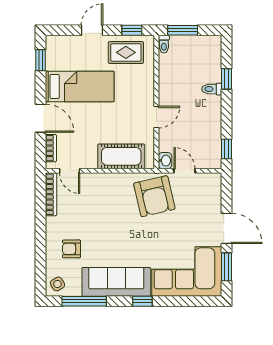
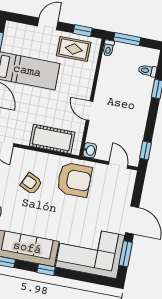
toilet: (212, 89) -> (147, 71), moved
door: (156, 117) -> (90, 111), swing flipped
door: (184, 171) -> (118, 165), moved
armchair: (154, 196) -> (74, 180), turned -77
armchair: (108, 210) -> (31, 184), added

